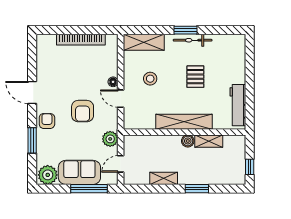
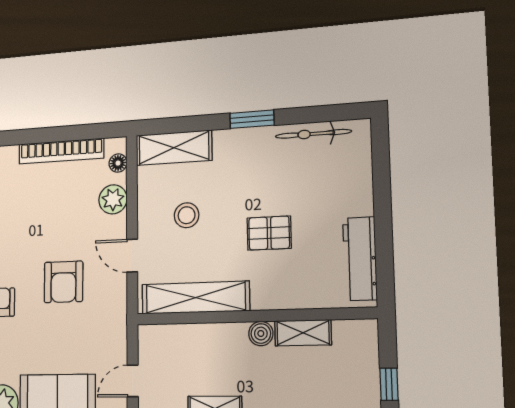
bicycle: (193, 40) -> (313, 134), moved
pallet: (195, 77) -> (269, 233), moved, turned 90
floor lamp: (113, 82) -> (118, 163), moved
shelving: (184, 122) -> (195, 298), moved
plant: (110, 139) -> (113, 199), moved

